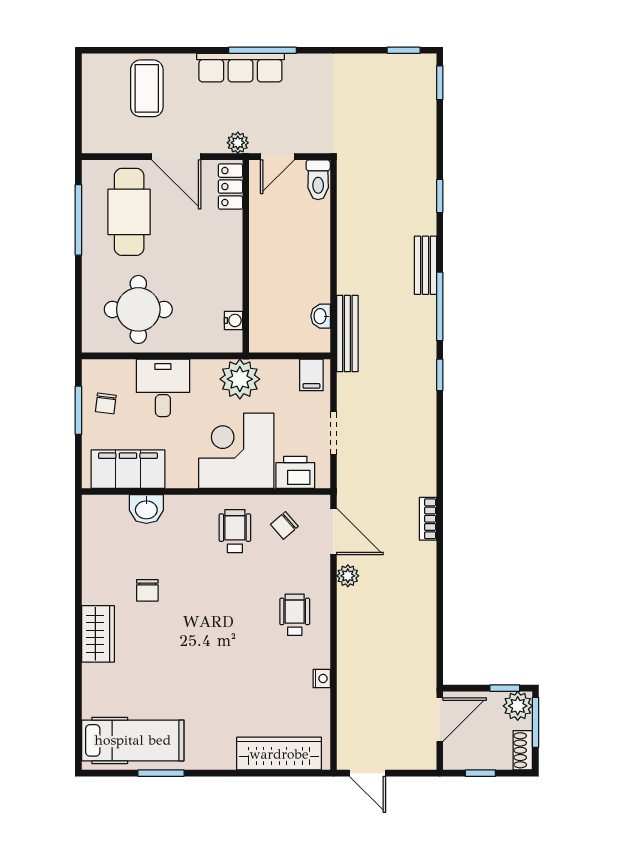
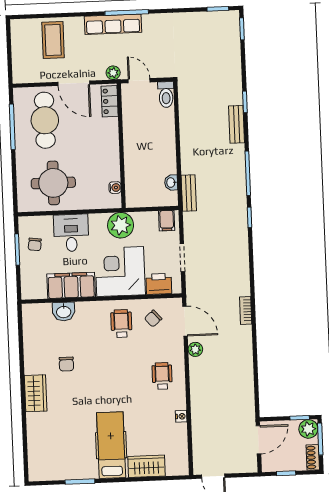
door: (277, 157) -> (139, 81), swing flipped
bench: (425, 265) -> (237, 124), moved
bench: (347, 334) -> (189, 193), width x0.73
filing cabinet: (128, 469) -> (71, 285), moved
hospital bed: (133, 740) -> (111, 445), moved, turned -90
wardrobe: (279, 754) -> (147, 466), width x0.67

